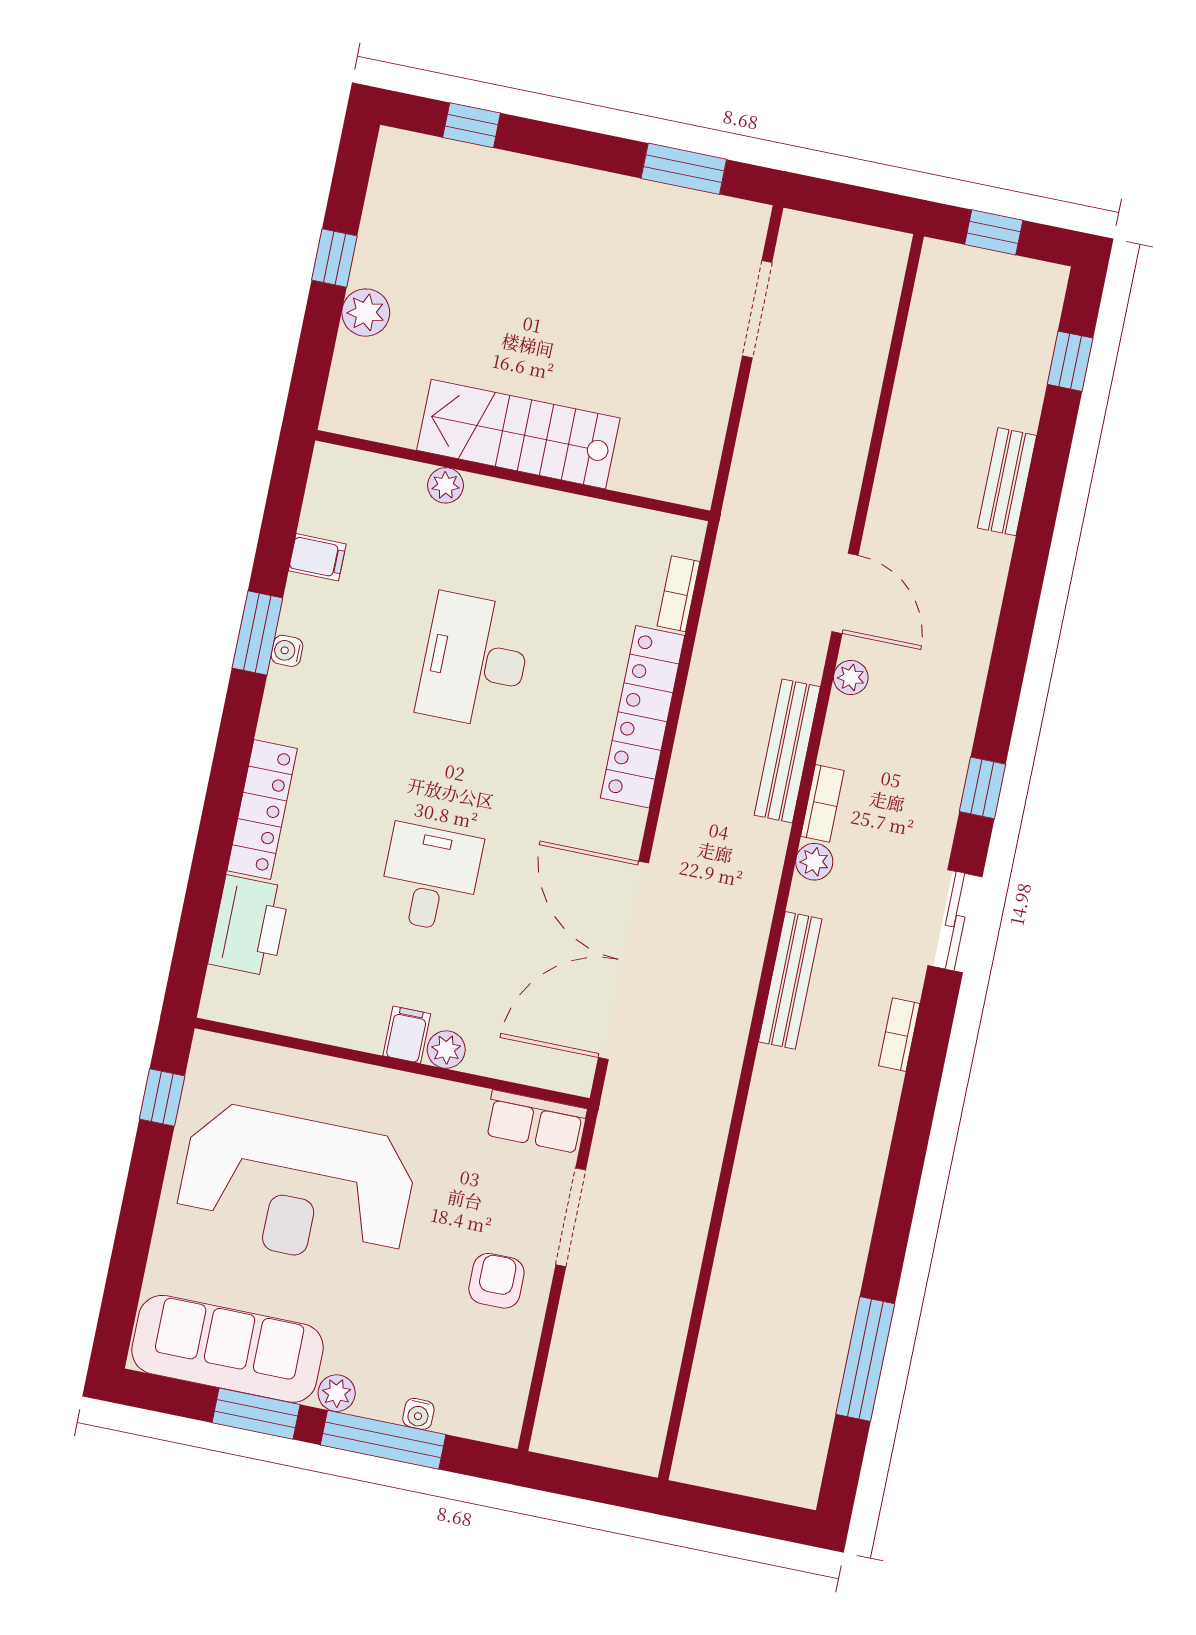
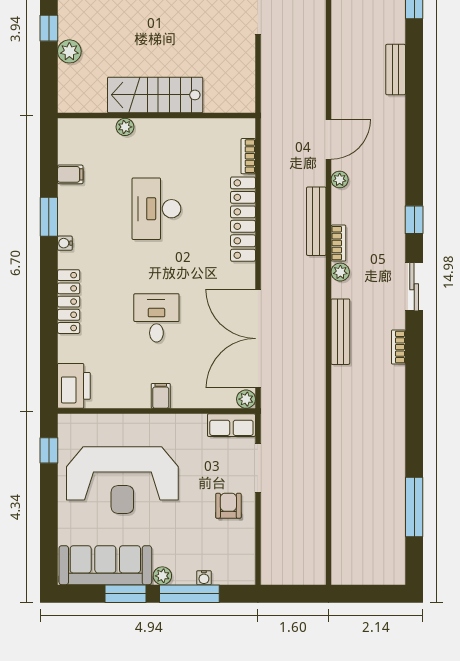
door: (845, 593) -> (329, 139), hinge flipped
water cooler: (287, 651) -> (65, 243), moved
printer: (249, 926) -> (74, 386), moved
plant: (446, 1050) -> (246, 399), moved

